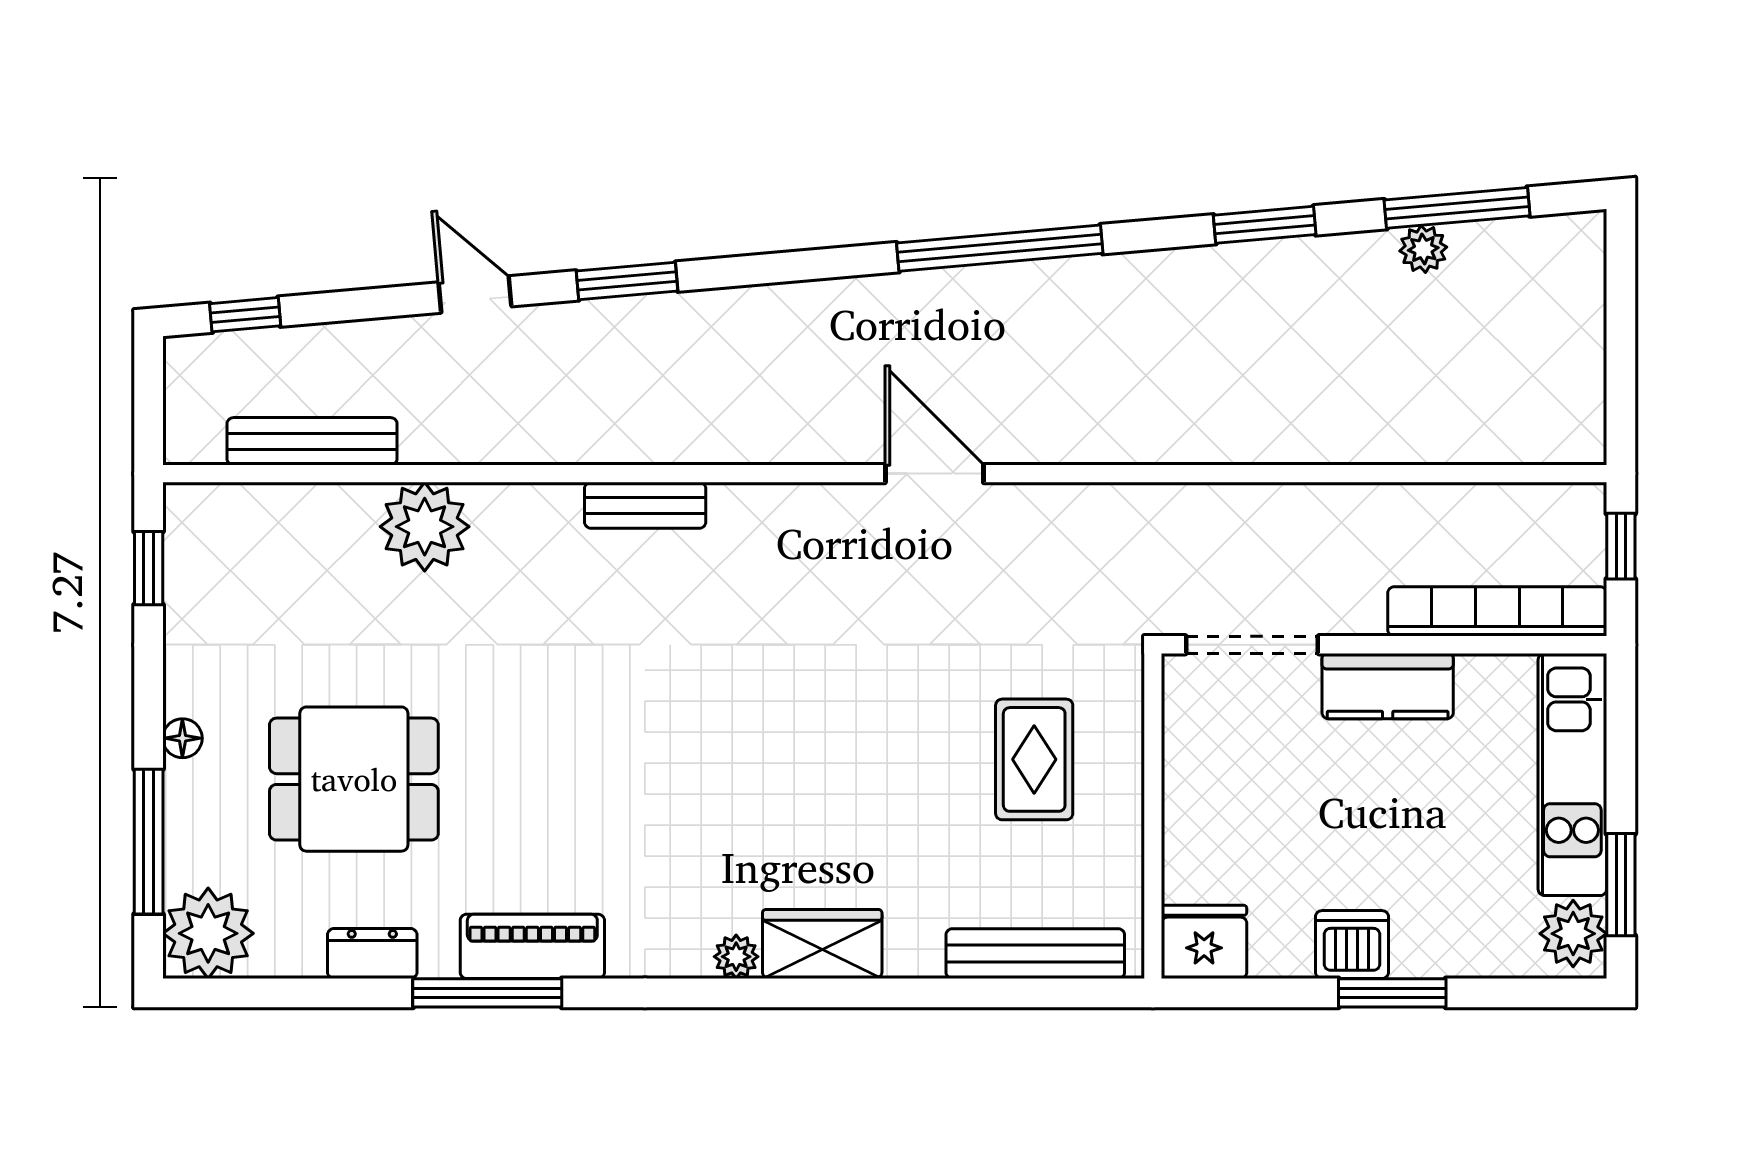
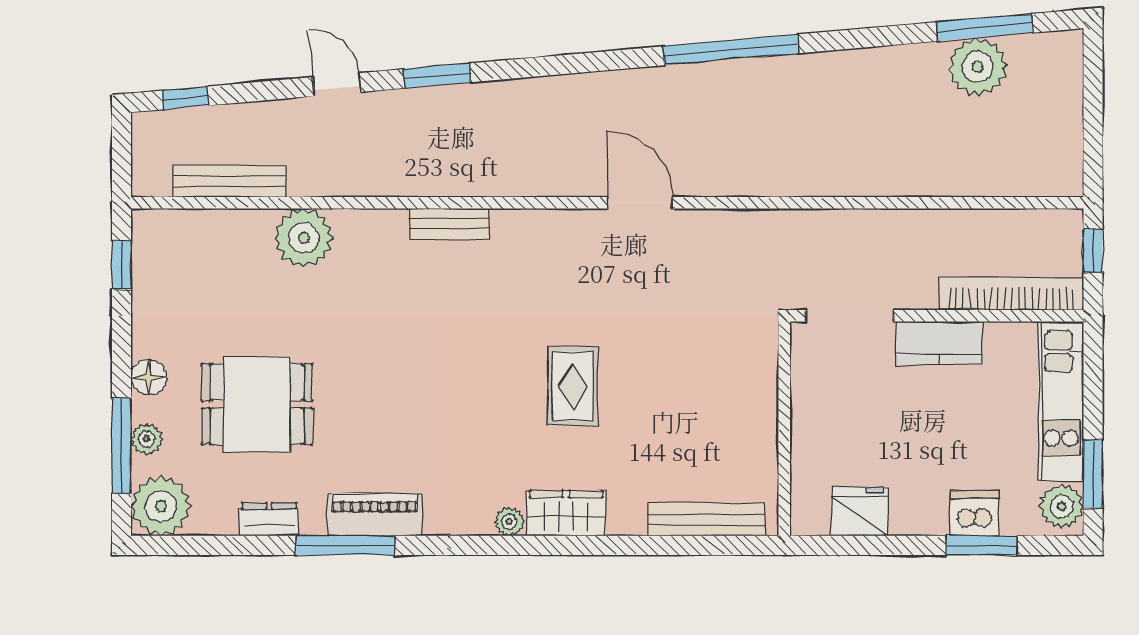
window: (1265, 225) -> (858, 39), removed
window: (1000, 248) -> (731, 50), moved
plant: (1423, 249) -> (978, 67), width x1.88, depth x1.88
floor lamp: (182, 738) -> (149, 377), width x1.37, depth x1.37
rug: (1034, 759) -> (573, 386), moved
plant: (187, 832) -> (147, 439), added
fridge: (1204, 942) -> (860, 512), moved
dishwasher: (1352, 945) -> (975, 514), moved
window: (1392, 993) -> (982, 545), moved

